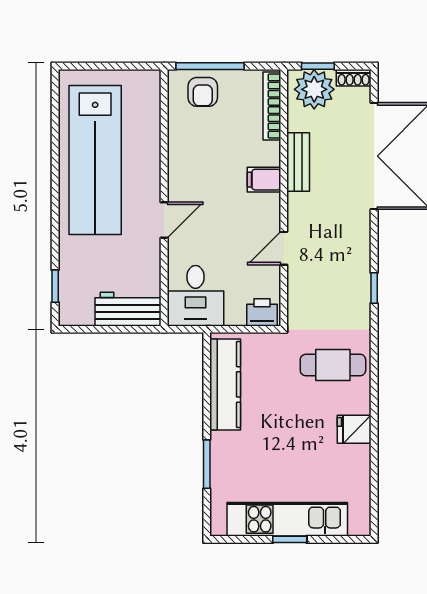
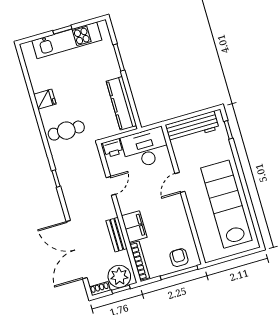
filing cabinet: (264, 180) -> (134, 227), width x2.00
desk: (196, 296) -> (145, 148), width x1.37
workbench: (128, 309) -> (192, 127), width x1.38

